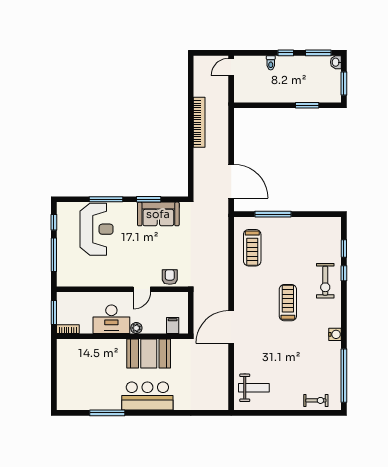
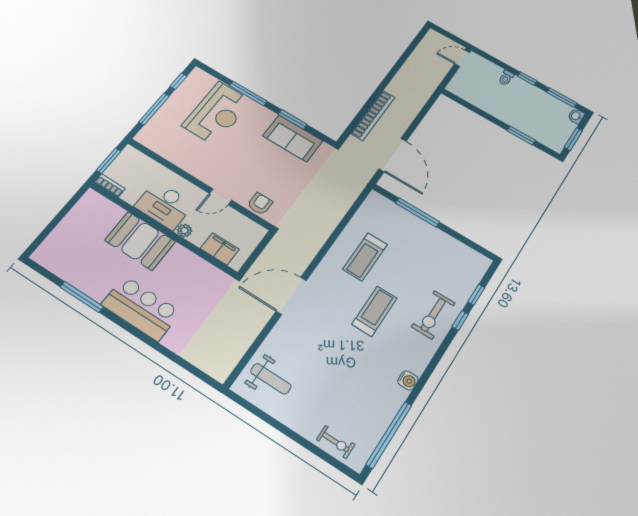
bookcase: (199, 122) -> (373, 115), moved
treadmill: (252, 248) -> (365, 257), moved
filing cabinet: (173, 326) -> (220, 249), width x2.00
booth: (149, 354) -> (140, 241), moved

